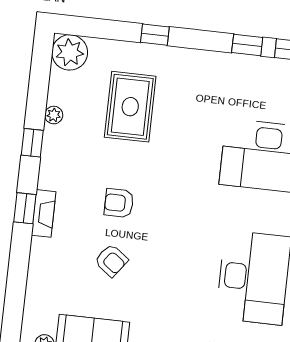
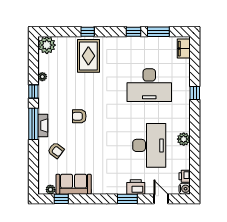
rug: (130, 107) -> (88, 56), moved
window: (25, 208) -> (33, 124), width x2.17
armchair: (111, 260) -> (56, 150), moved

